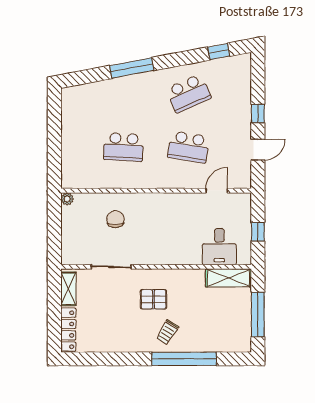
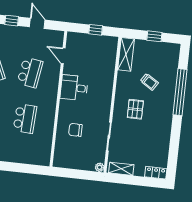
plant: (67, 199) -> (100, 167), moved
desk: (219, 247) -> (74, 88), moved, turned 180
window: (258, 315) -> (154, 36), width x0.46
locker: (68, 330) -> (156, 173), width x0.66
trolley: (167, 332) -> (149, 82), moved

